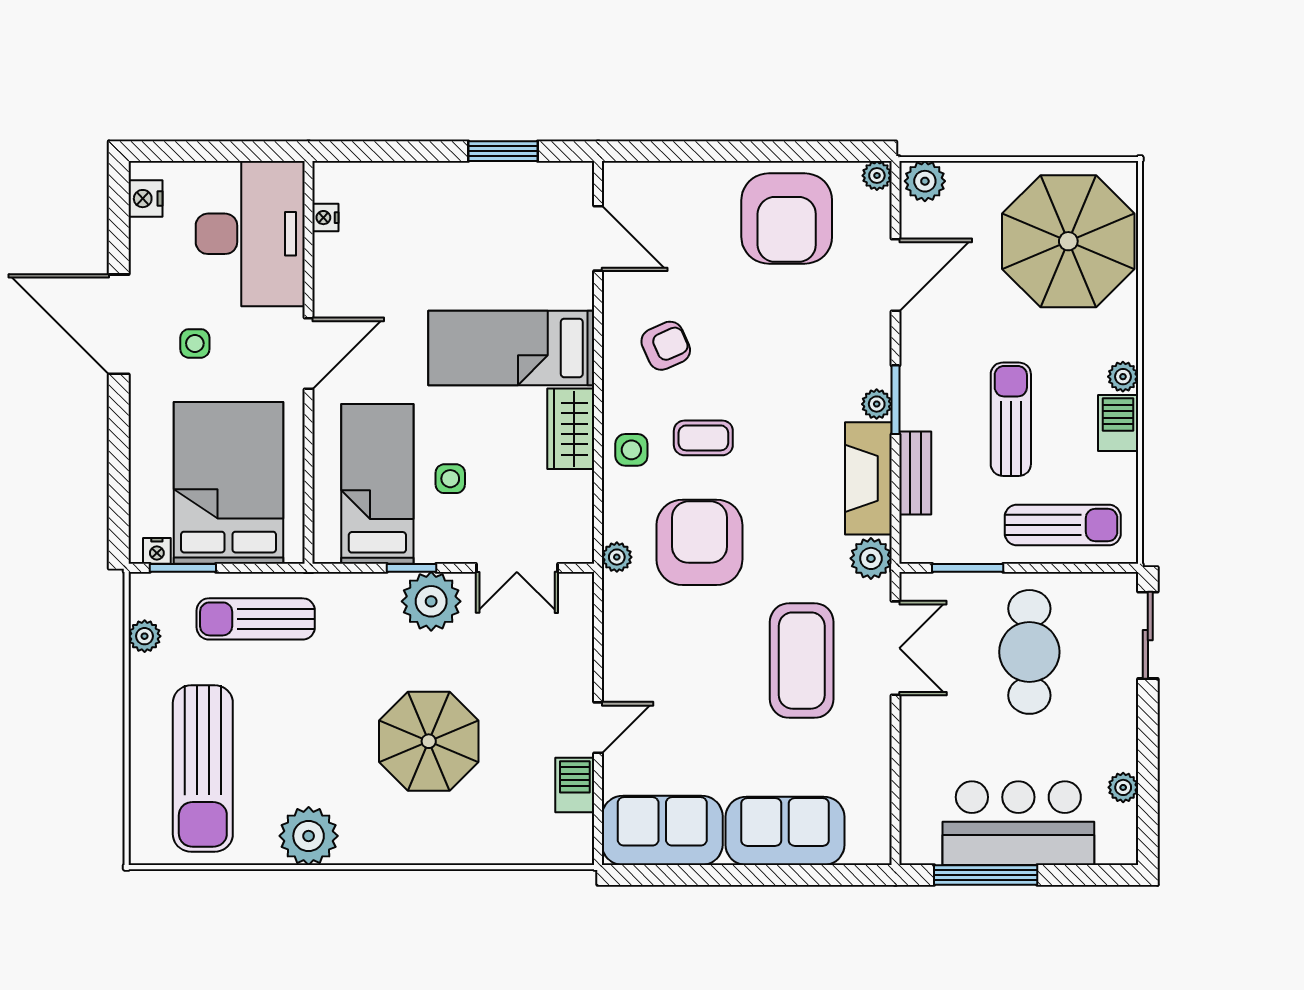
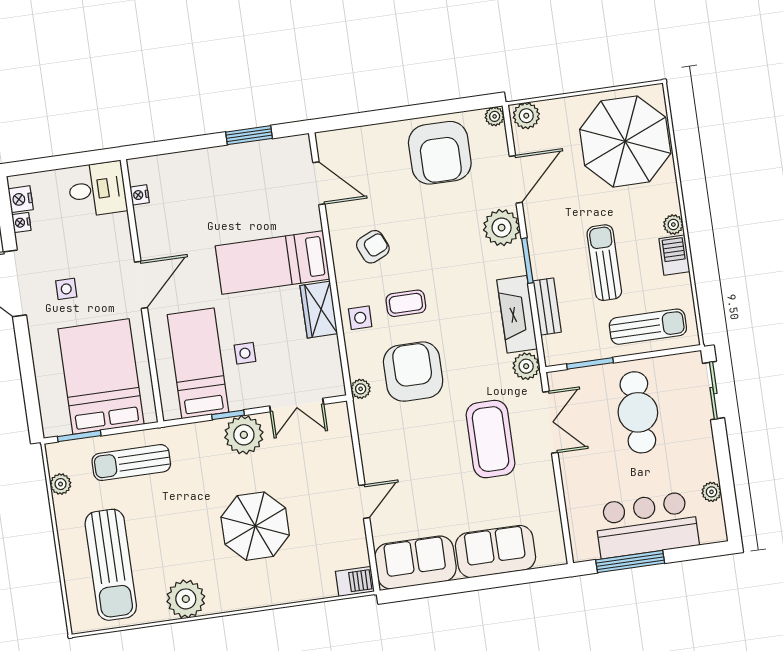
desk: (250, 234) -> (97, 189), width x0.53, depth x0.77
plant: (877, 404) -> (502, 228), moved, width x1.88, depth x1.88
nightstand: (157, 551) -> (21, 222), moved, turned 90
barbecue: (575, 785) -> (355, 581), moved, turned 90

